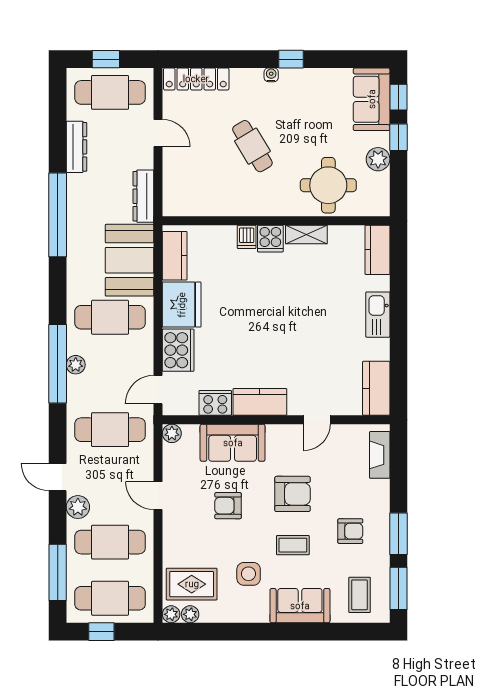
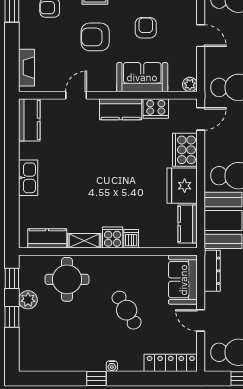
window: (399, 97) -> (12, 278), moved
sofa: (372, 99) -> (183, 280), moved, turned 180
kitchen counter: (377, 250) -> (47, 238), moved, turned -90
armchair: (228, 506) -> (146, 28), turned -90

